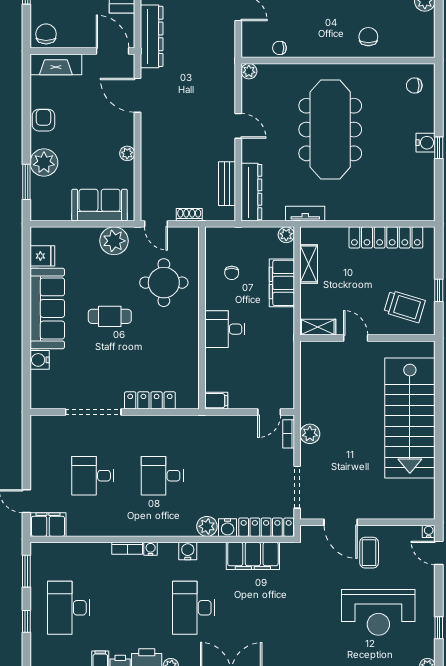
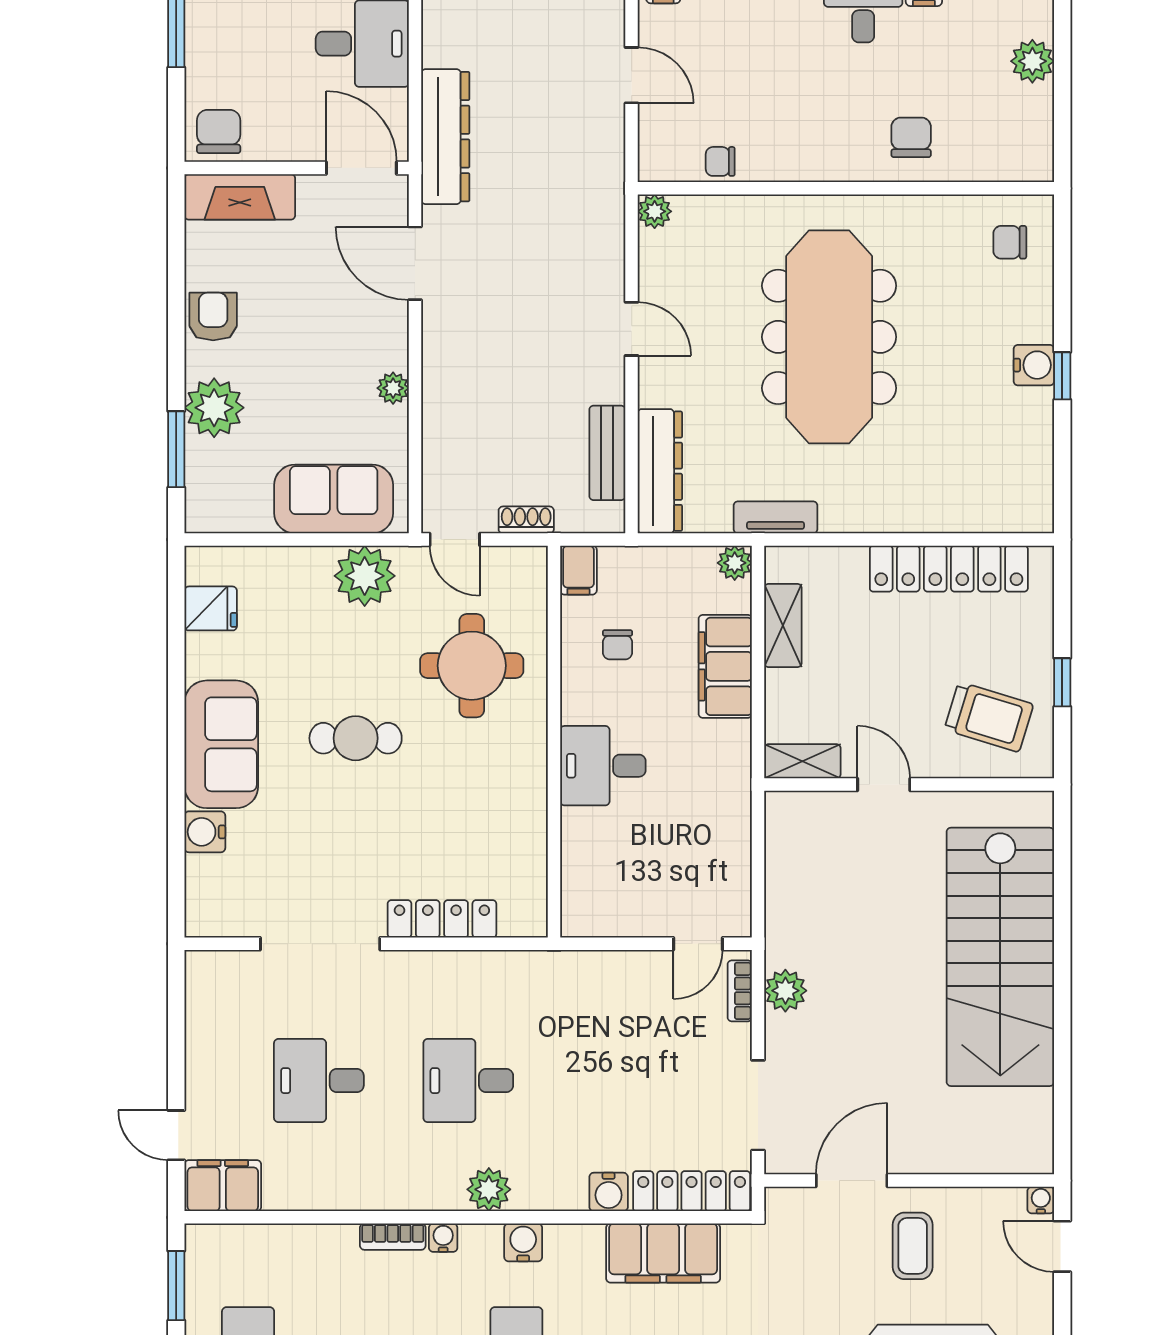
sofa: (47, 308) -> (221, 744), width x0.73
filing cabinet: (216, 401) -> (578, 570), moved, turned 90
door: (341, 522) -> (852, 1181), swing flipped
plant: (207, 526) -> (489, 1189), moved

